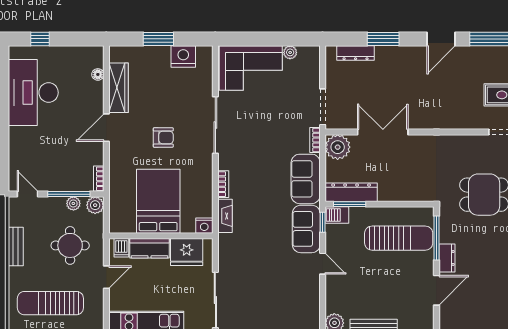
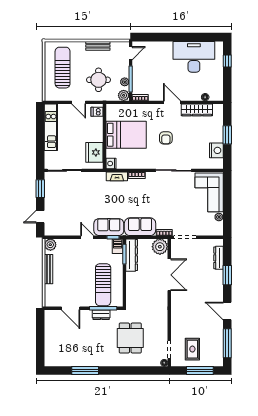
kitchen counter: (150, 248) -> (97, 129), removed
dresser: (447, 258) -> (101, 315), moved
door: (323, 264) -> (87, 237), swing flipped

